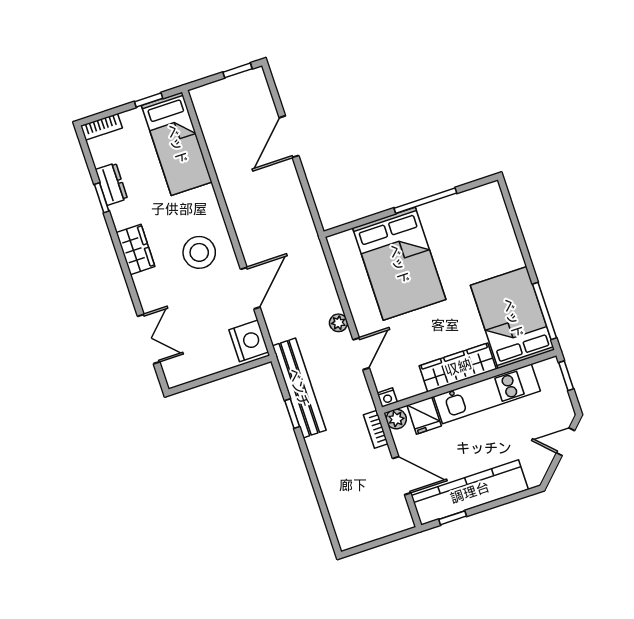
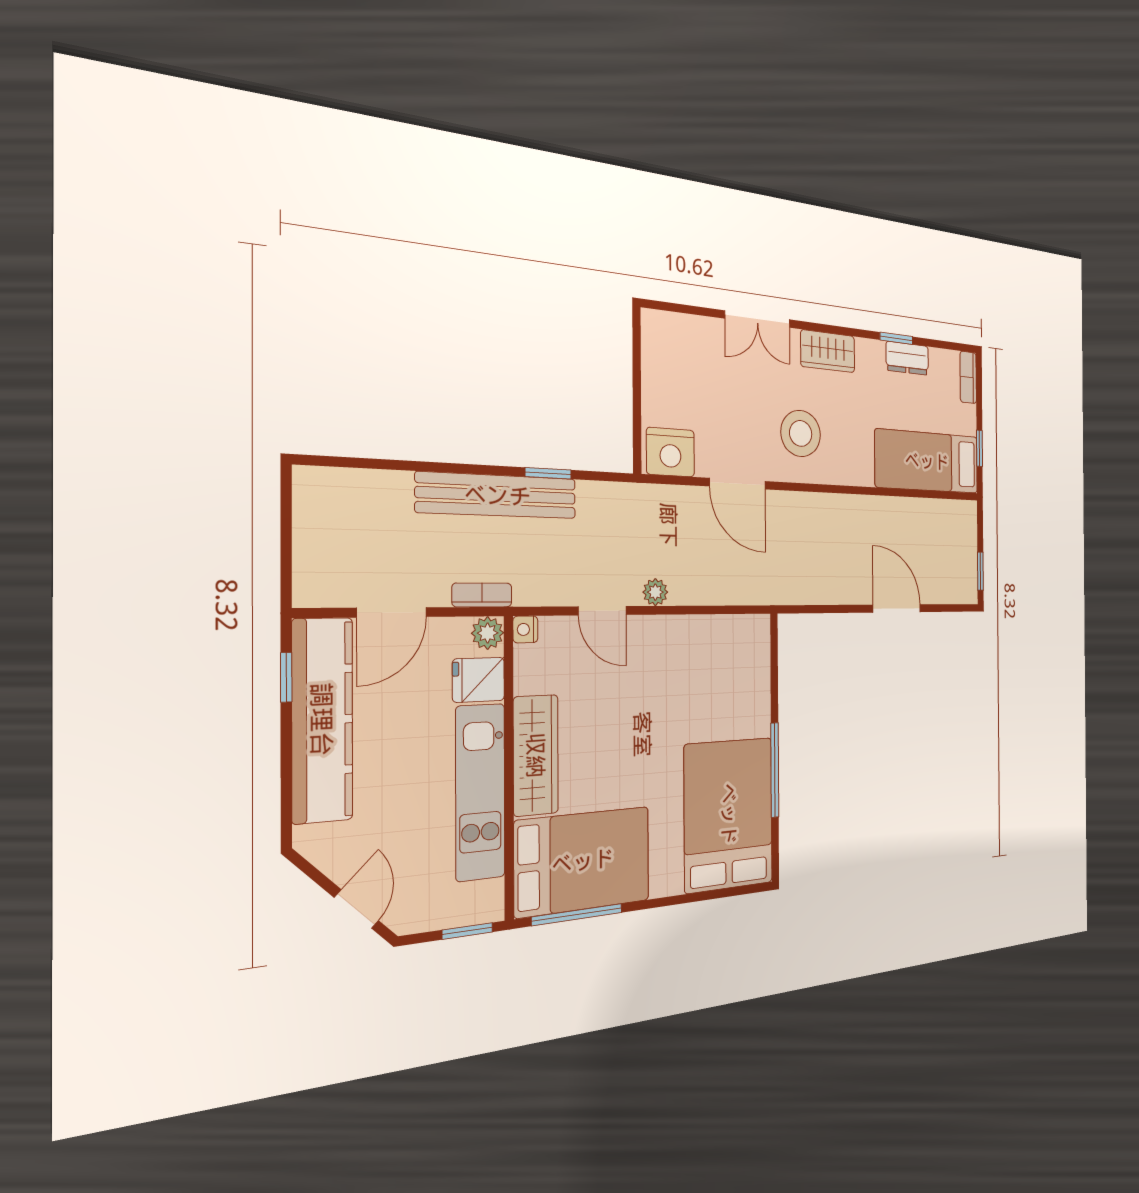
bed: (399, 264) -> (729, 814), moved, turned 90
double door: (149, 339) -> (758, 319), moved
bench: (299, 388) -> (498, 495), moved

